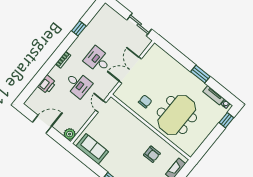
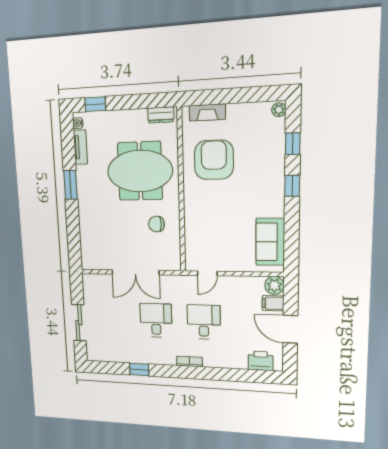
sliding door: (139, 25) -> (79, 323), moved
desk: (98, 60) -> (156, 320), turned 180
printer: (47, 84) -> (261, 361), moved
filing cabinet: (61, 126) -> (273, 303), added
dresser: (194, 147) -> (161, 115), added
armchair: (152, 154) -> (214, 160), width x1.88, depth x1.88

